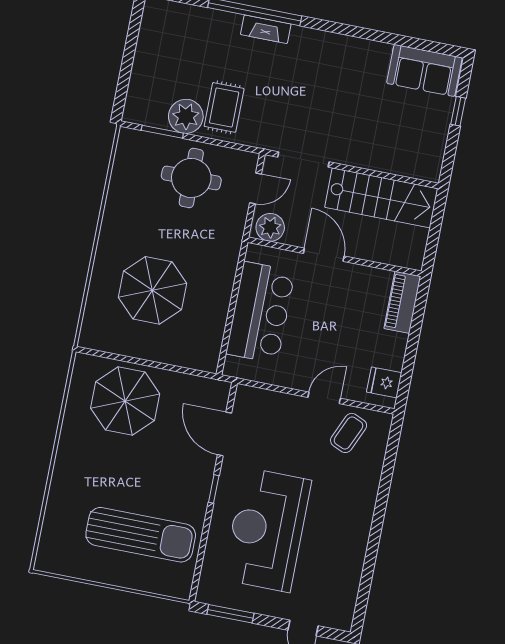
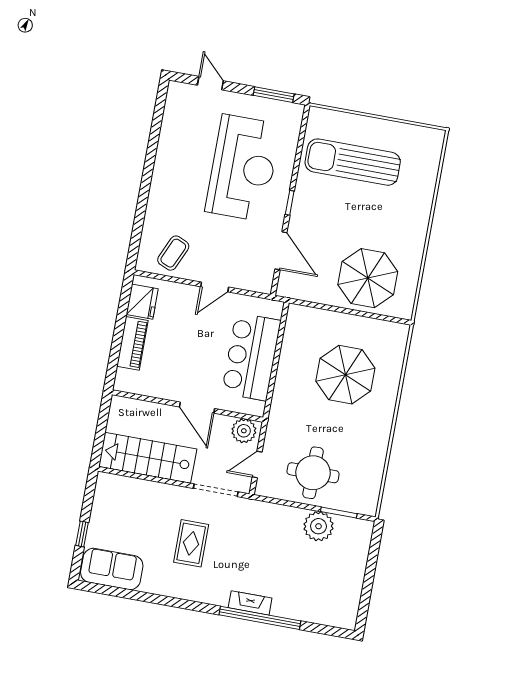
rug: (224, 107) -> (191, 543), moved
piano: (402, 302) -> (132, 343), moved
fridge: (384, 382) -> (142, 302), width x1.38
door: (324, 398) -> (215, 287), moved

